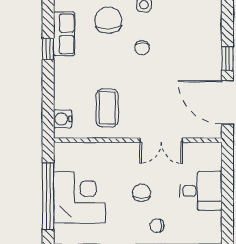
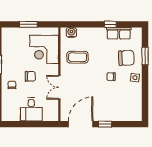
window: (48, 196) -> (28, 24), width x0.47
corner desk: (79, 197) -> (44, 50), moved, turned 90

